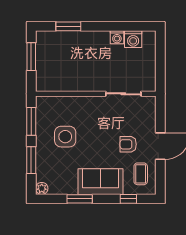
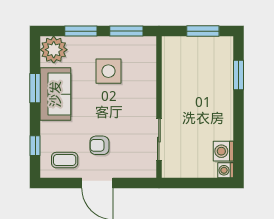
washing machine: (117, 37) -> (226, 170), moved
armchair: (128, 144) -> (99, 145), turned -90
sofa: (101, 182) -> (55, 94), moved
plant: (42, 188) -> (54, 50), width x1.87, depth x1.87

